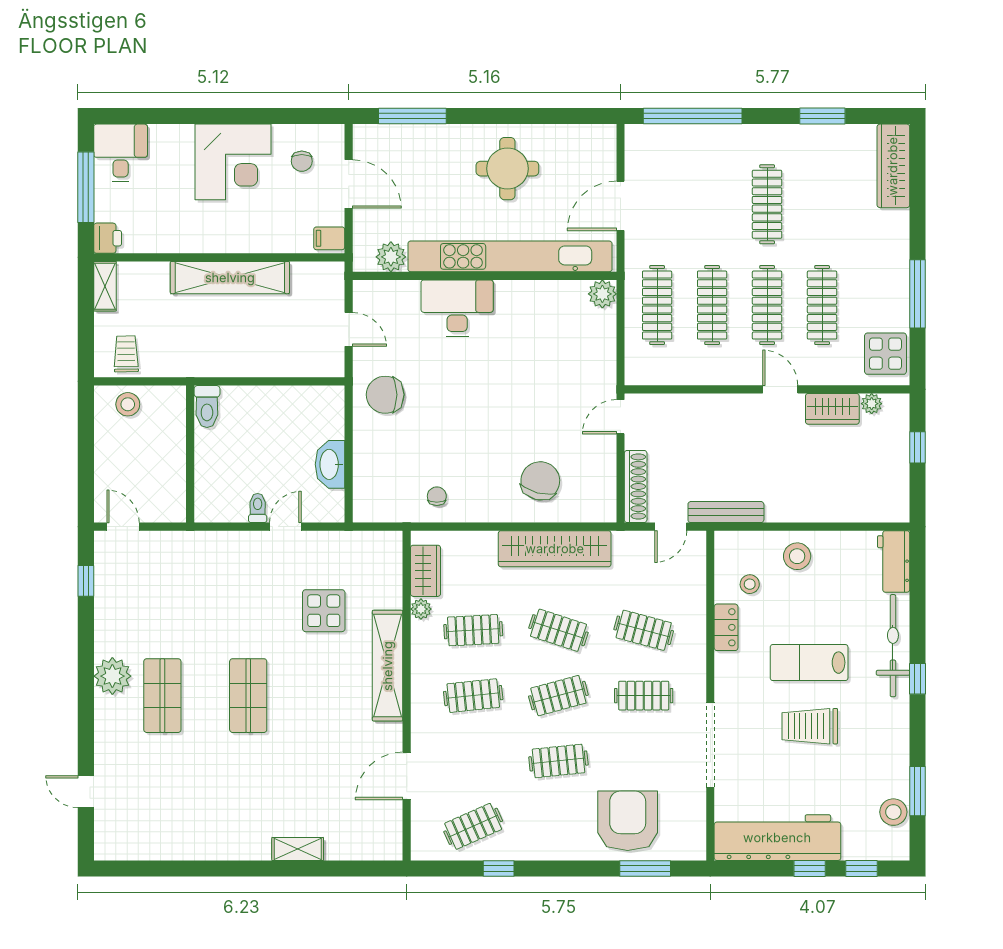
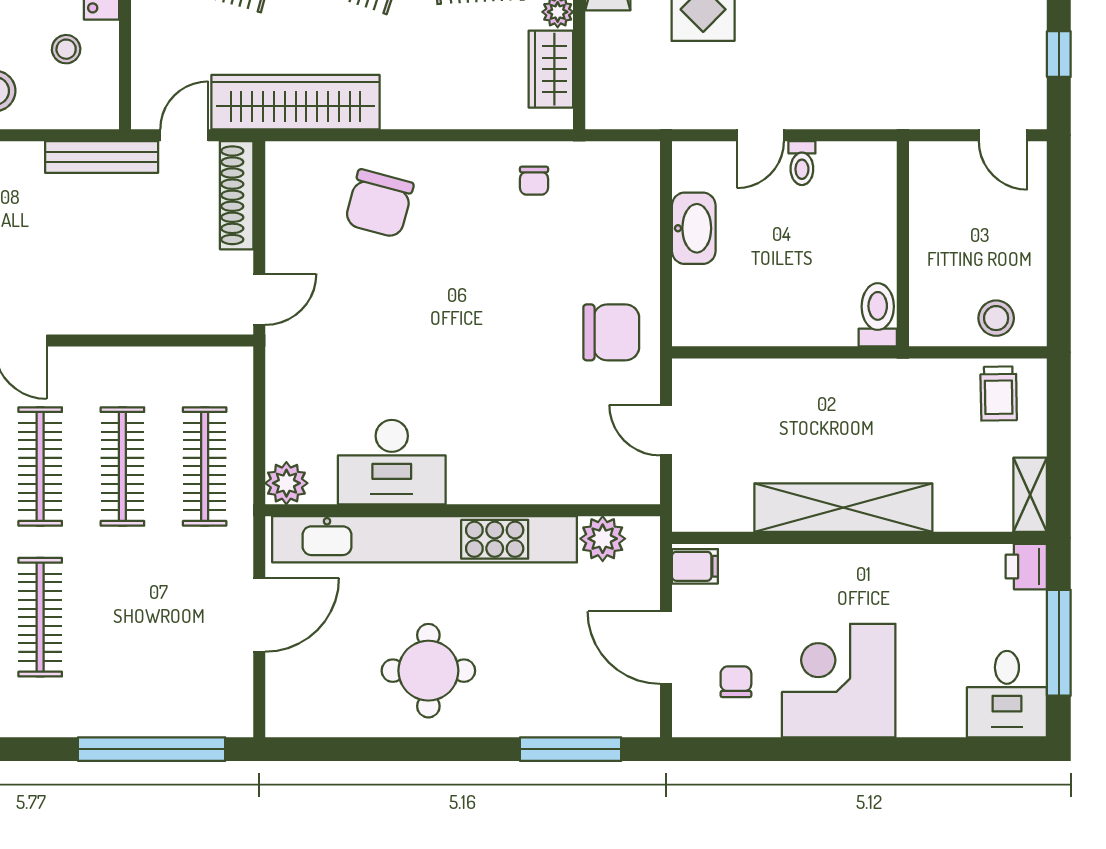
desk: (457, 308) -> (392, 462), moved
wardrobe: (555, 549) -> (296, 102), moved

